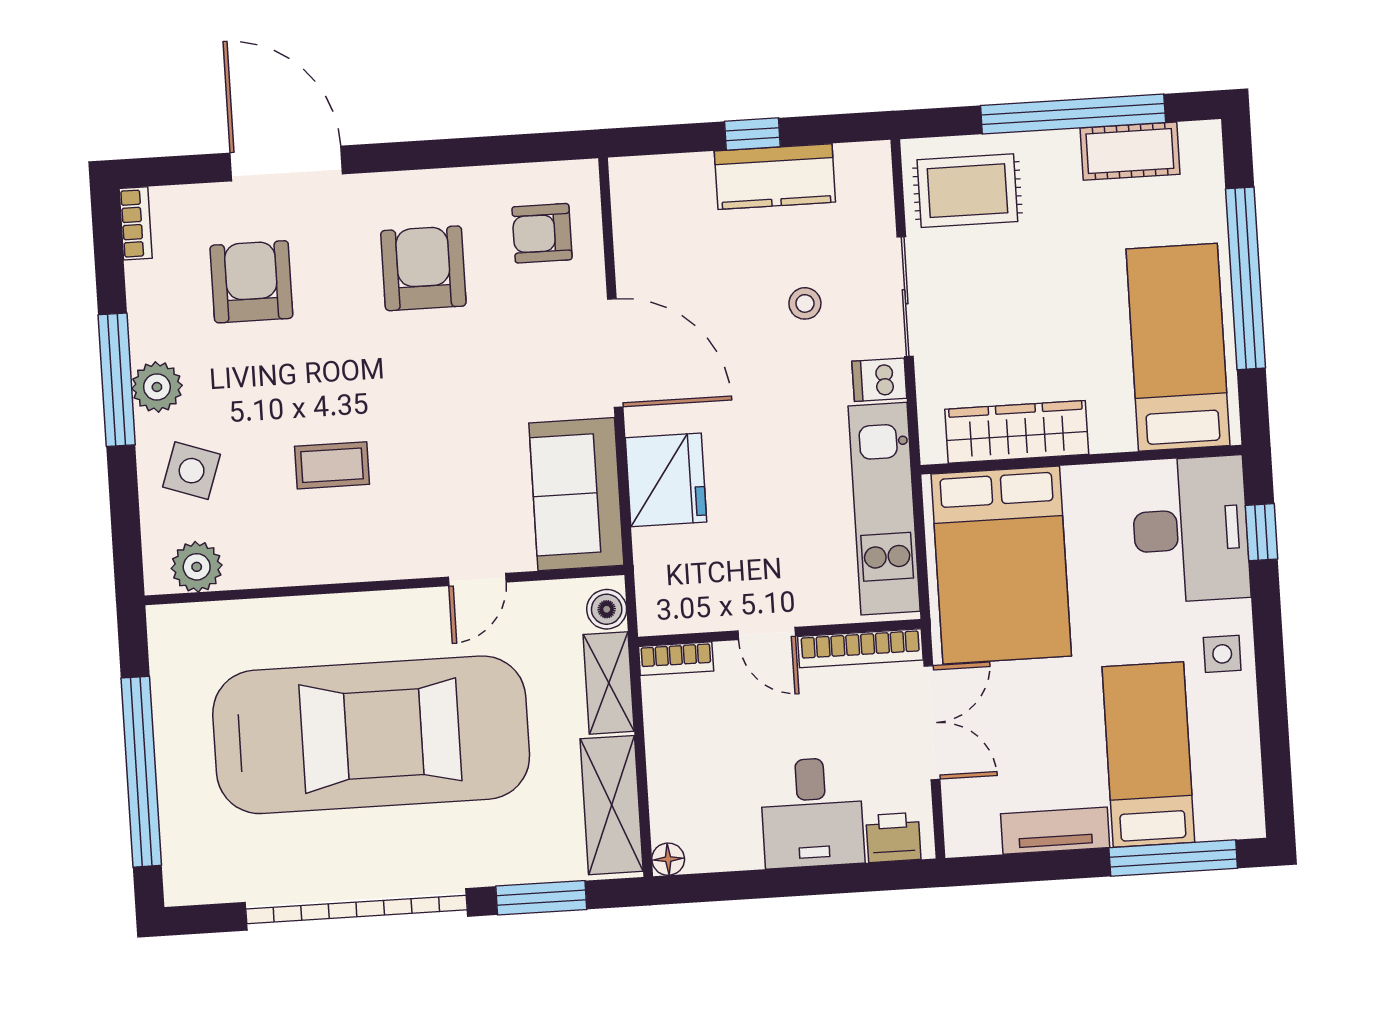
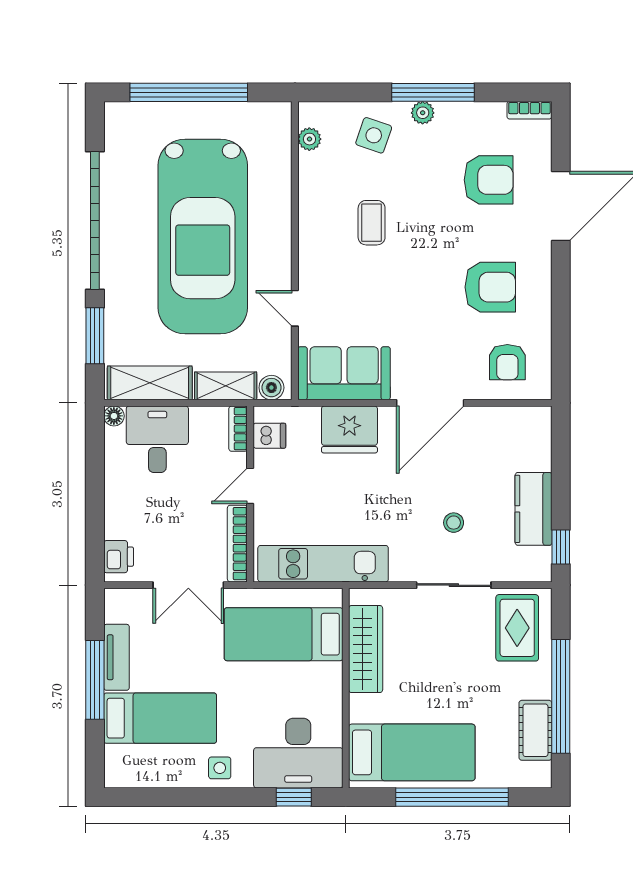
window: (752, 134) -> (561, 547), moved
armchair: (542, 233) -> (507, 362), turned 180
dishwasher: (879, 380) -> (269, 436), moved, turned 90
plant: (157, 387) -> (423, 113), width x0.73, depth x0.73
bed: (1001, 565) -> (284, 634), width x0.67
plant: (197, 567) -> (309, 139), width x0.73, depth x0.73
desk: (812, 813) -> (157, 439), moved, turned 90
window: (1173, 858) -> (95, 680), moved

